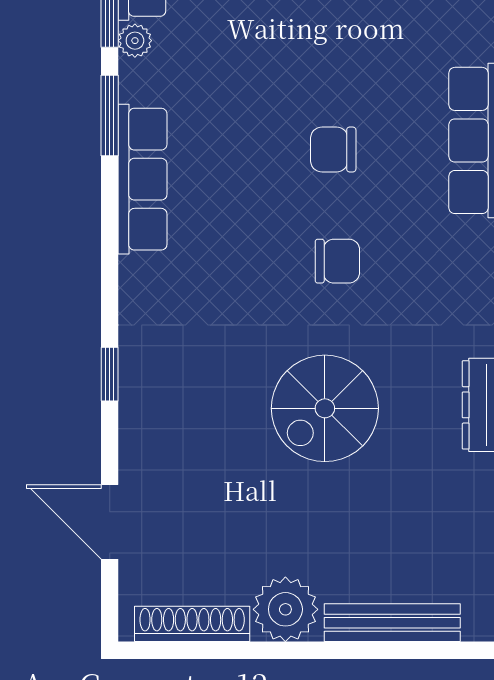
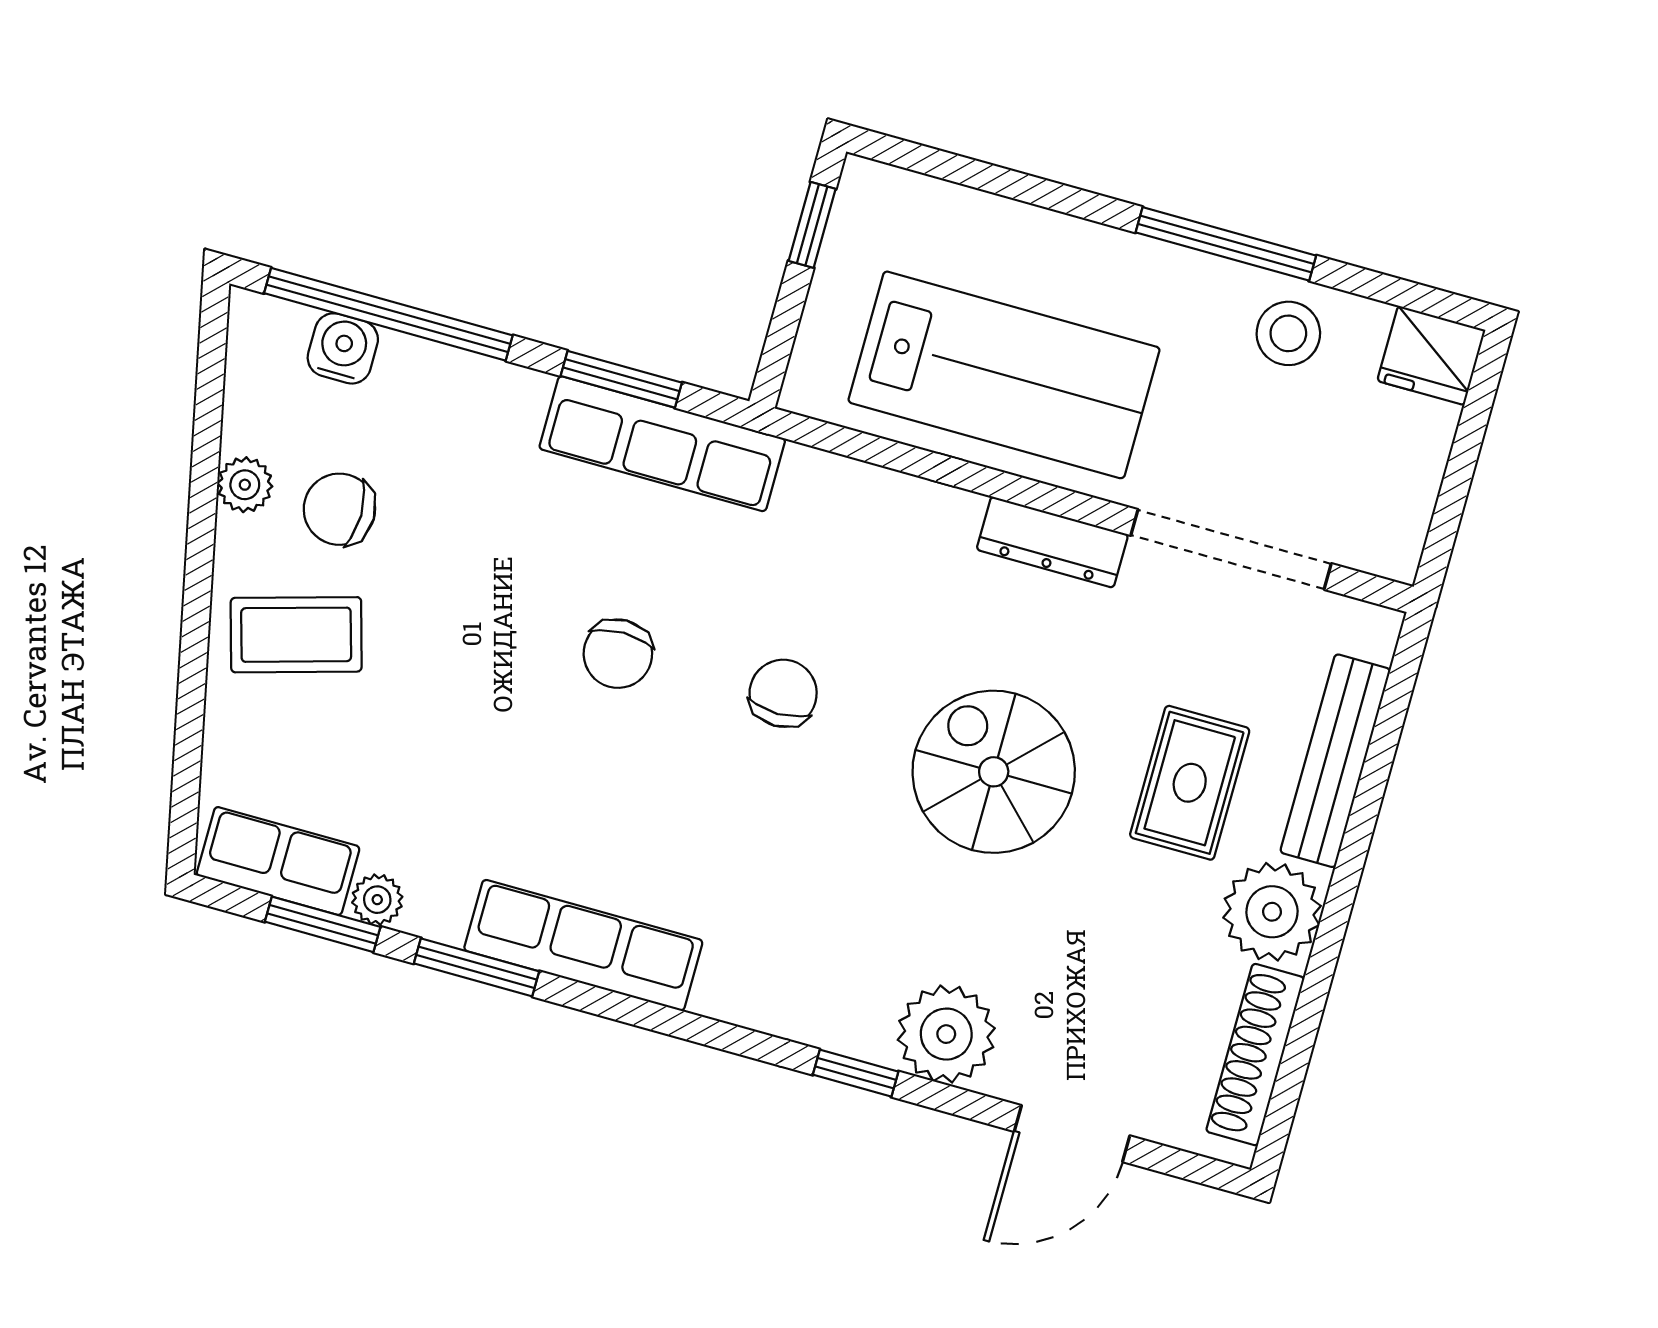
spiral stairs: (325, 408) -> (994, 772), turned 180
plant: (150, 425) -> (946, 1034), added
rug: (353, 534) -> (1190, 783), added

